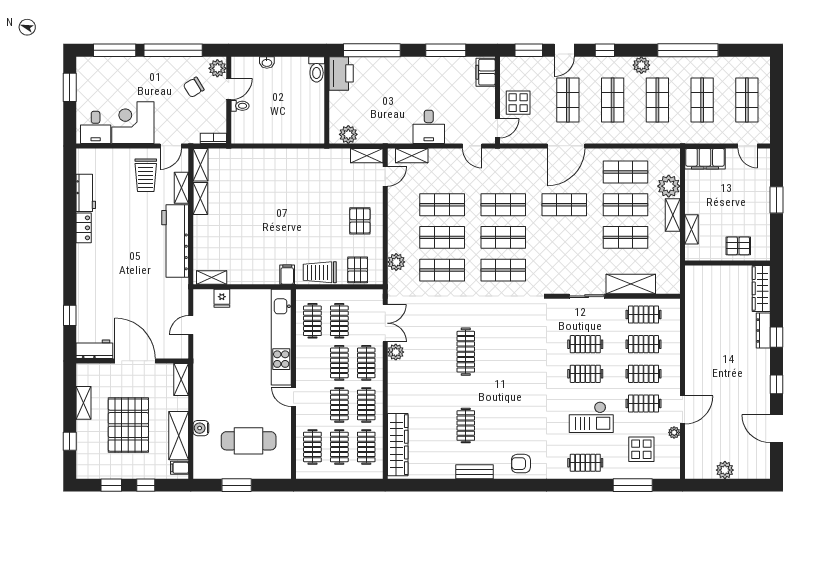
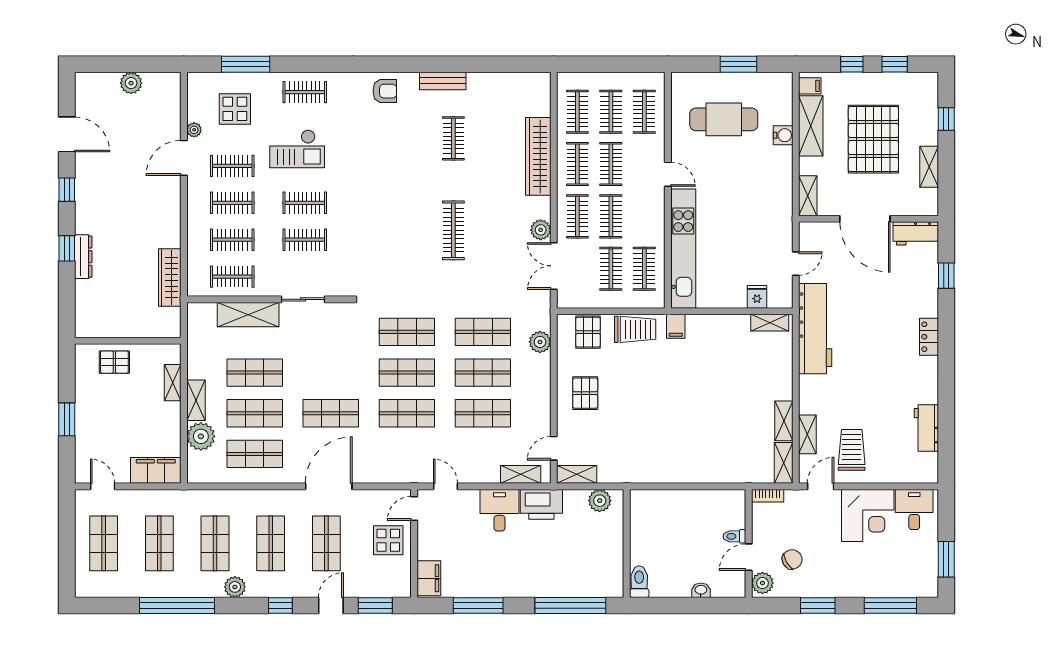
window: (173, 50) -> (818, 605), width x0.47
printer: (341, 73) -> (541, 504), moved, turned -90
locker: (84, 228) -> (929, 337), moved
workbench: (175, 241) -> (815, 329), moved
wardrobe: (761, 288) -> (170, 277), moved, turned 180
checkout: (591, 417) -> (297, 149), turned 180
wardrobe: (398, 445) -> (538, 156), moved

